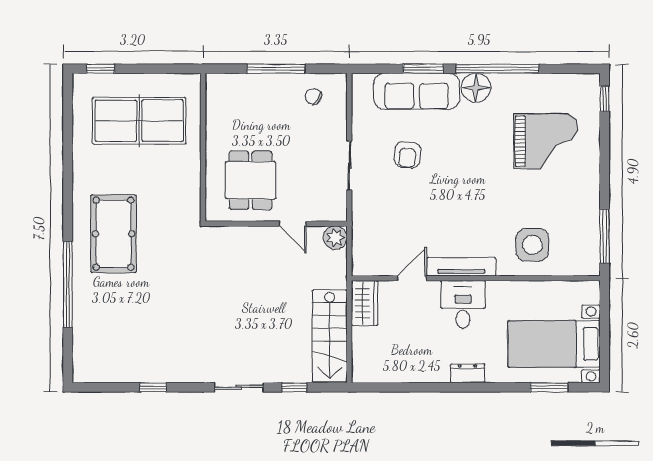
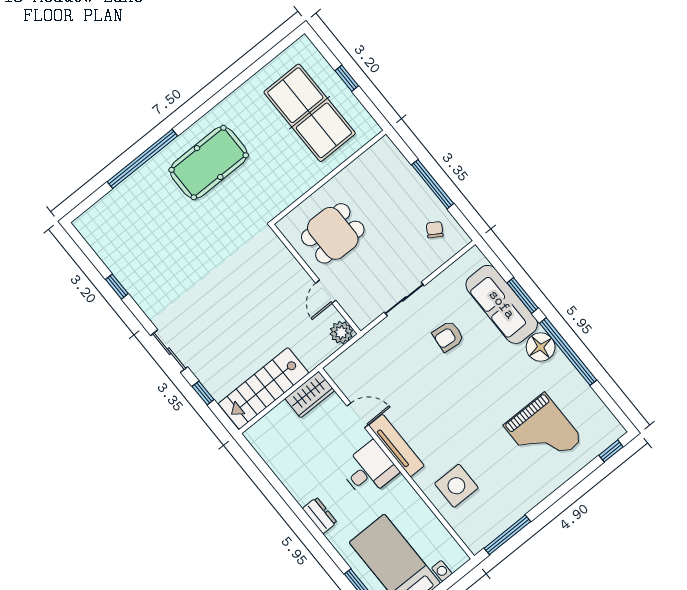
window: (100, 69) -> (347, 78), moved

